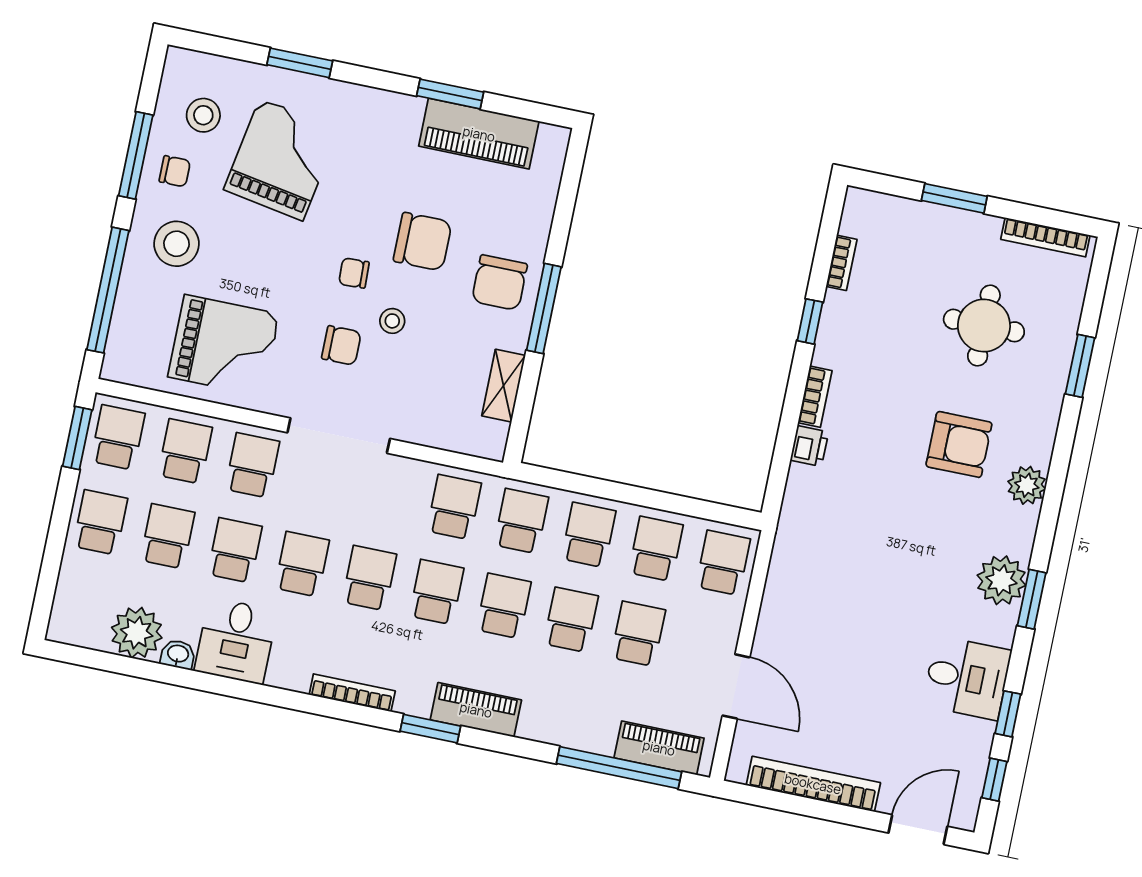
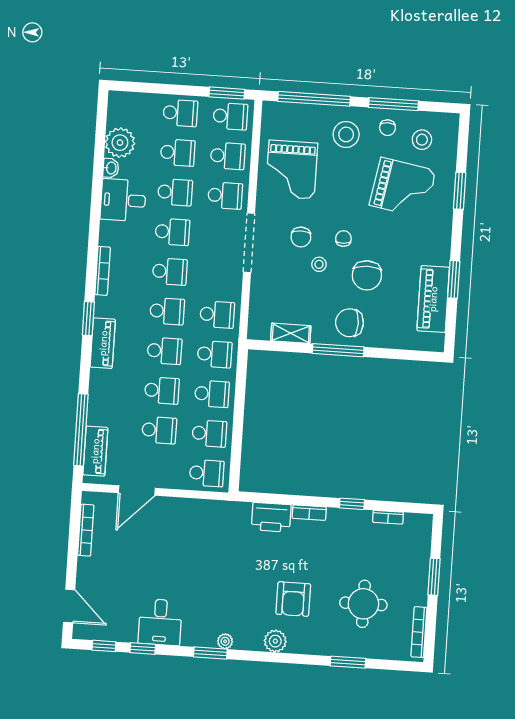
printer: (809, 446) -> (271, 517), width x1.87, depth x1.48
plant: (1001, 580) -> (225, 641), width x0.53, depth x0.53
bookcase: (813, 784) -> (86, 530), width x0.68, depth x0.76

